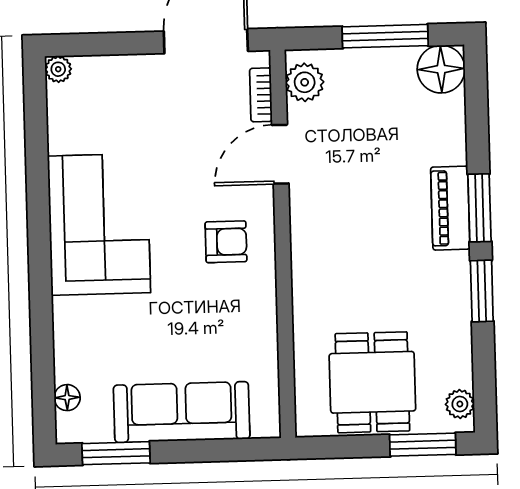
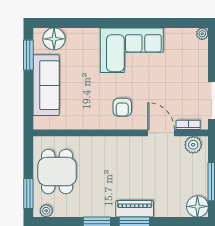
dining table: (372, 382) -> (57, 172), turned 90
floor lamp: (67, 398) -> (54, 39), width x1.89, depth x1.89

